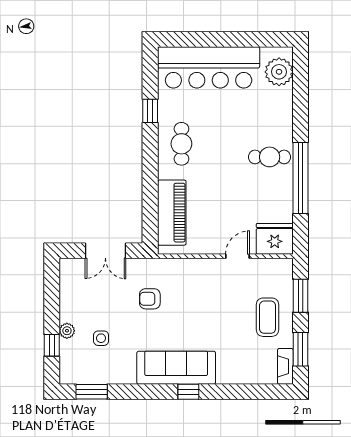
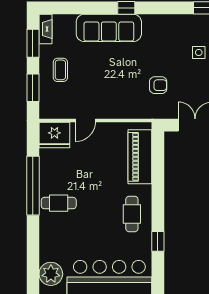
coffee table: (268, 317) -> (60, 70), width x0.73, depth x0.77
sofa: (176, 368) -> (109, 28), moved

